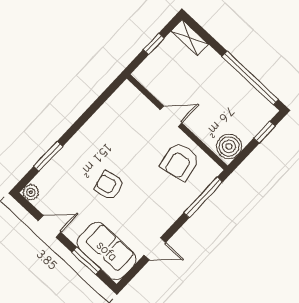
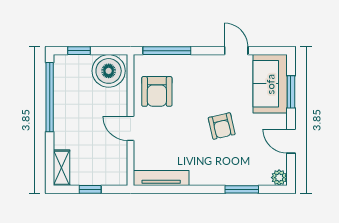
tv unit: (113, 104) -> (161, 178), added
boiler: (229, 146) -> (109, 71), width x1.37, depth x1.37
armchair: (180, 162) -> (157, 91), turned 101

